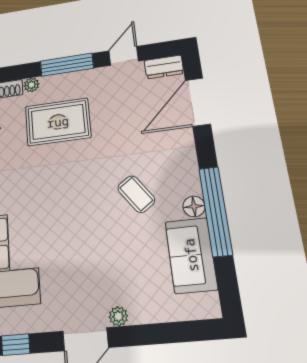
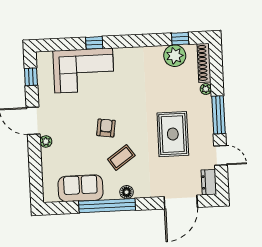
door: (198, 102) -> (181, 202), swing flipped
rug: (58, 122) -> (173, 134), moved
floor lamp: (194, 206) -> (127, 192), moved
armchair: (92, 220) -> (106, 128), added

